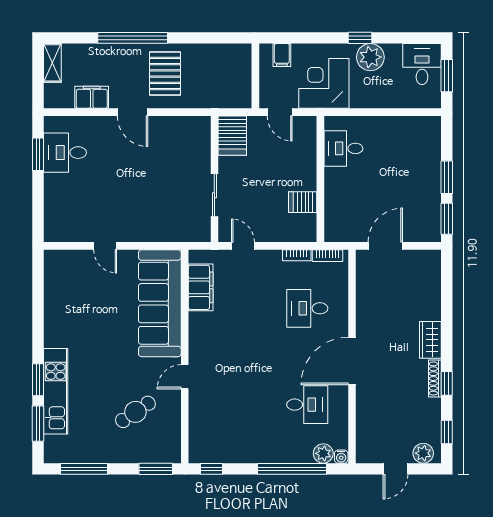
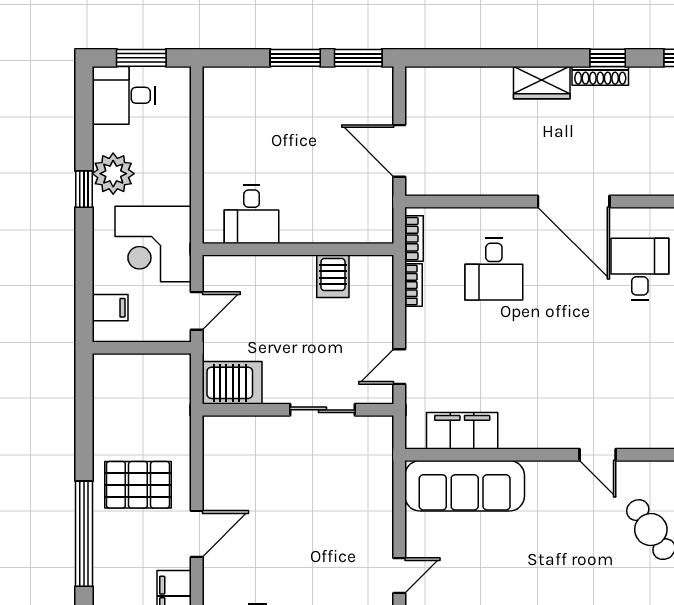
sofa: (160, 303) -> (465, 486), width x0.74, depth x0.79

